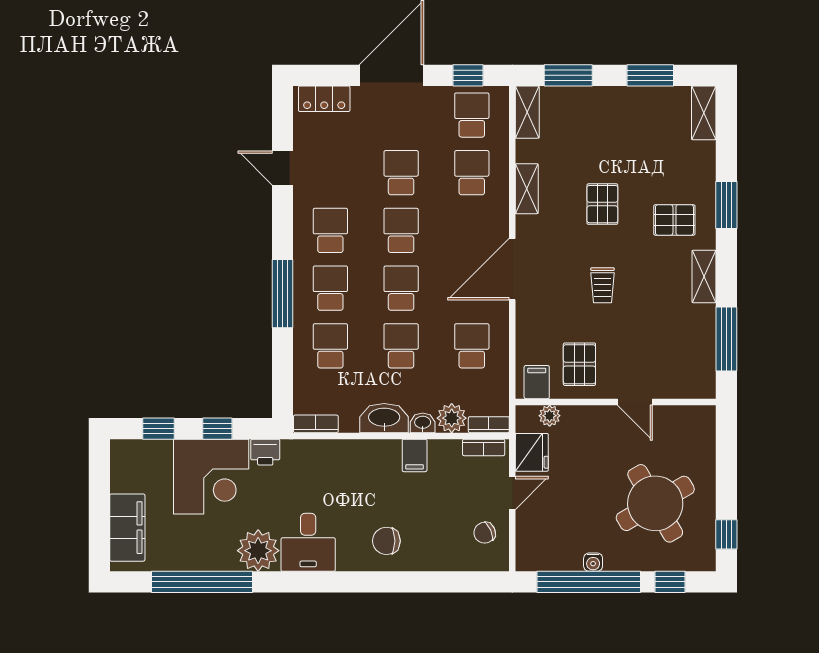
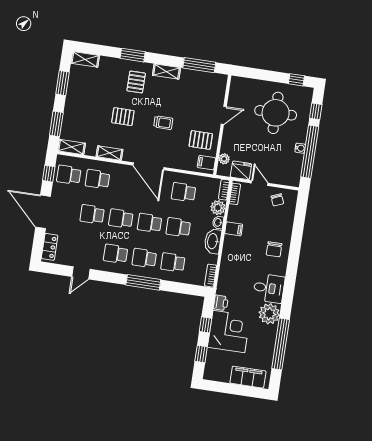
round table: (655, 503) -> (276, 113), turned 30

